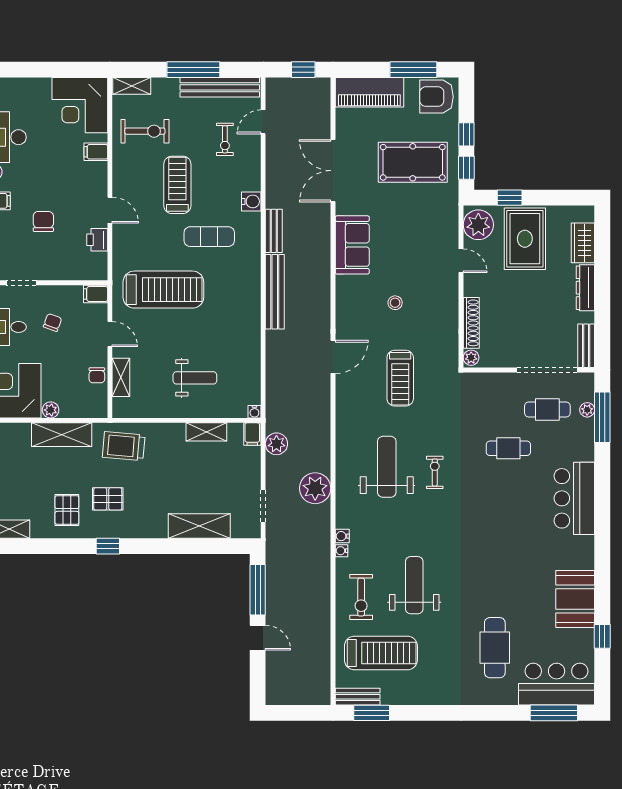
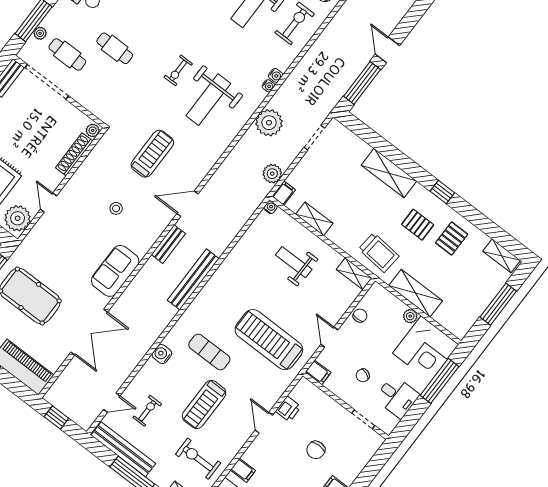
bench: (274, 231) -> (168, 244), moved
shelving: (121, 377) -> (354, 274), moved, turned 90
shelving: (199, 526) -> (389, 173), moved
water cooler: (341, 551) -> (268, 86), moved

